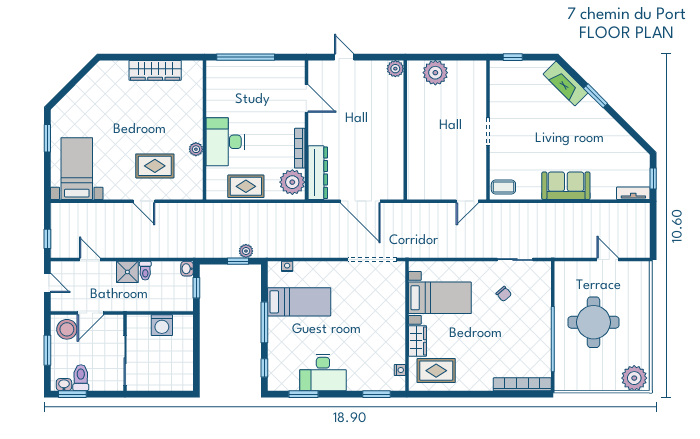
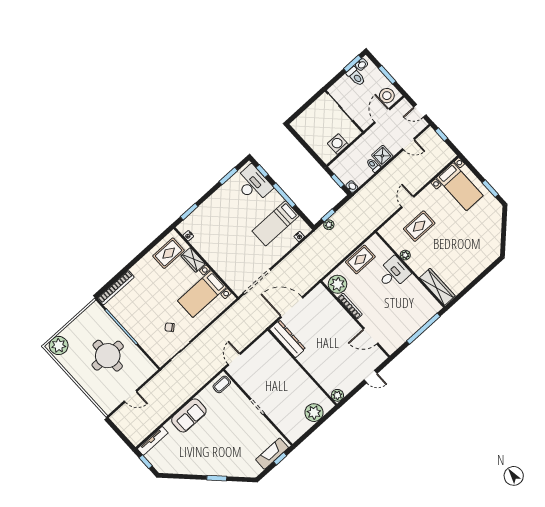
wardrobe: (155, 70) -> (437, 287), moved, turned 90
fireplace: (566, 84) -> (272, 454), moved, turned -45
desk: (225, 142) -> (393, 273), width x0.73
dresser: (318, 173) -> (287, 339), moved, turned 180
tv unit: (633, 193) -> (153, 441), width x1.41
door: (144, 201) -> (408, 202), hinge flipped
desk: (323, 373) -> (253, 184), moved, turned 90

